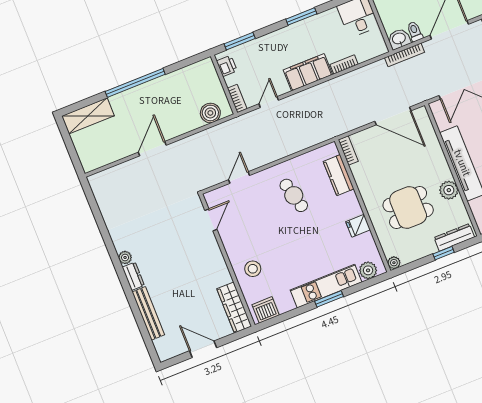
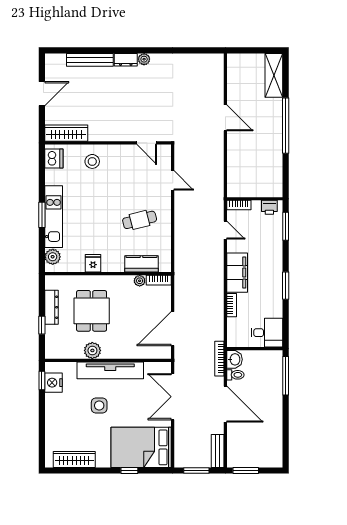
boiler: (210, 113) -> (236, 178), removed
dresser: (454, 237) -> (51, 307), moved
plant: (394, 263) -> (140, 281), moved

